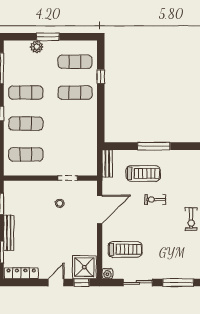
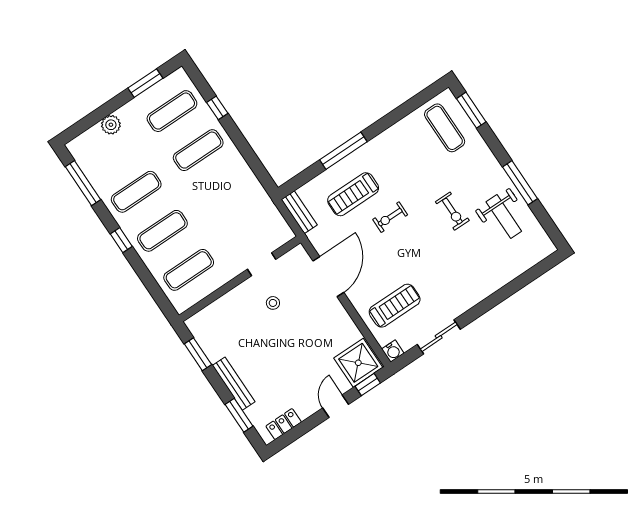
window: (48, 37) -> (145, 83), moved
treadmill: (143, 173) -> (353, 194), turned 180
locker: (21, 273) -> (284, 424), width x0.66
window: (178, 283) -> (490, 302), removed

